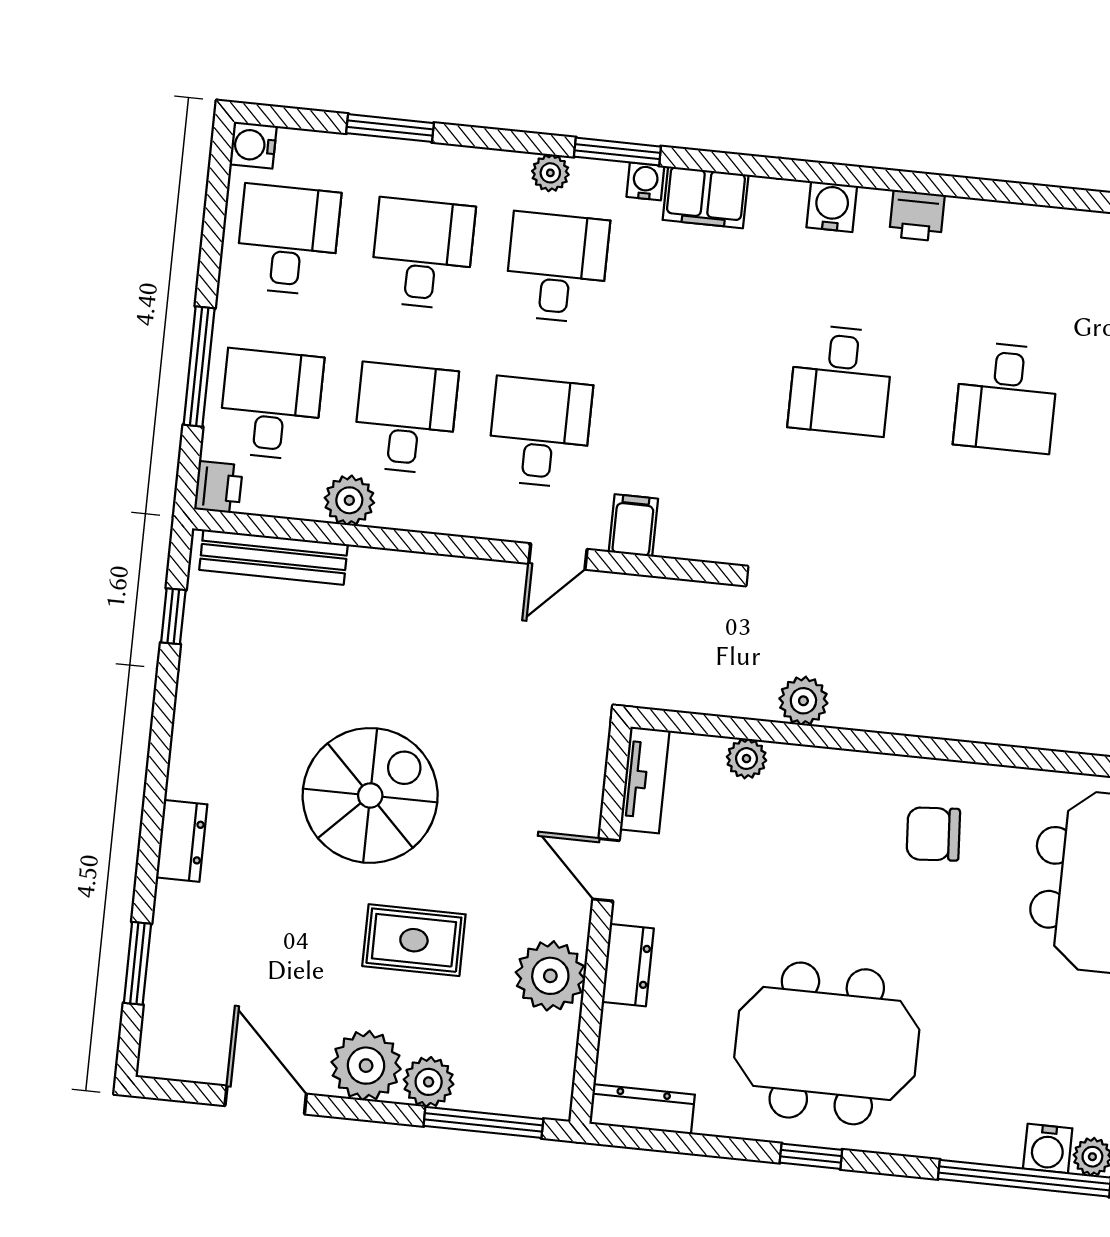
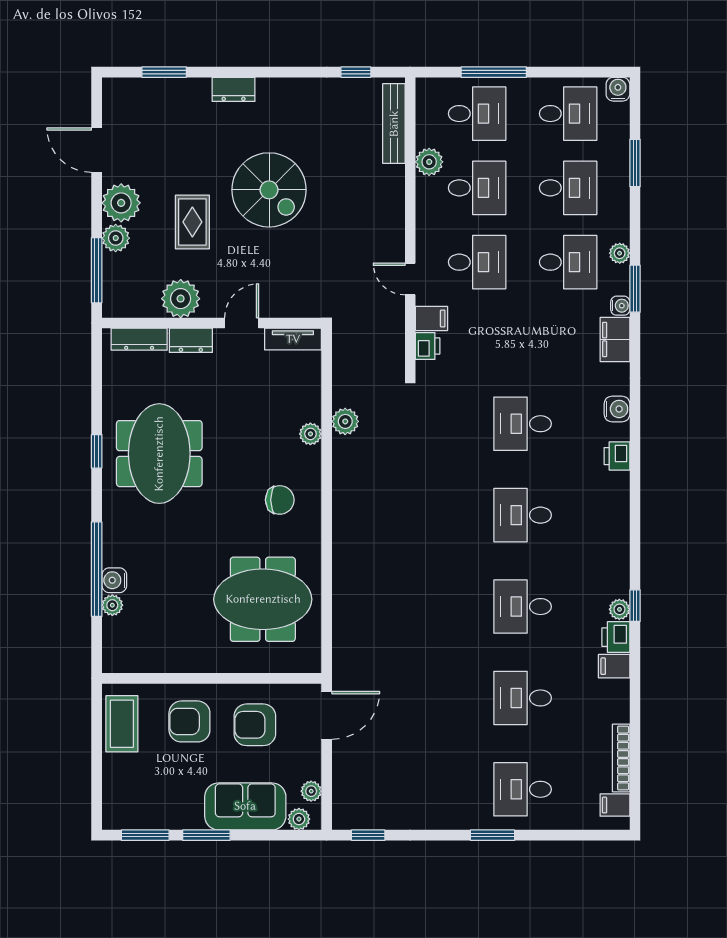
printer: (218, 487) -> (428, 346), moved, turned -90
plant: (746, 759) -> (310, 434), moved
chair: (933, 834) -> (280, 500), turned 94
door: (266, 1100) -> (97, 150), swing flipped
dresser: (642, 1109) -> (139, 339), moved, turned 90

